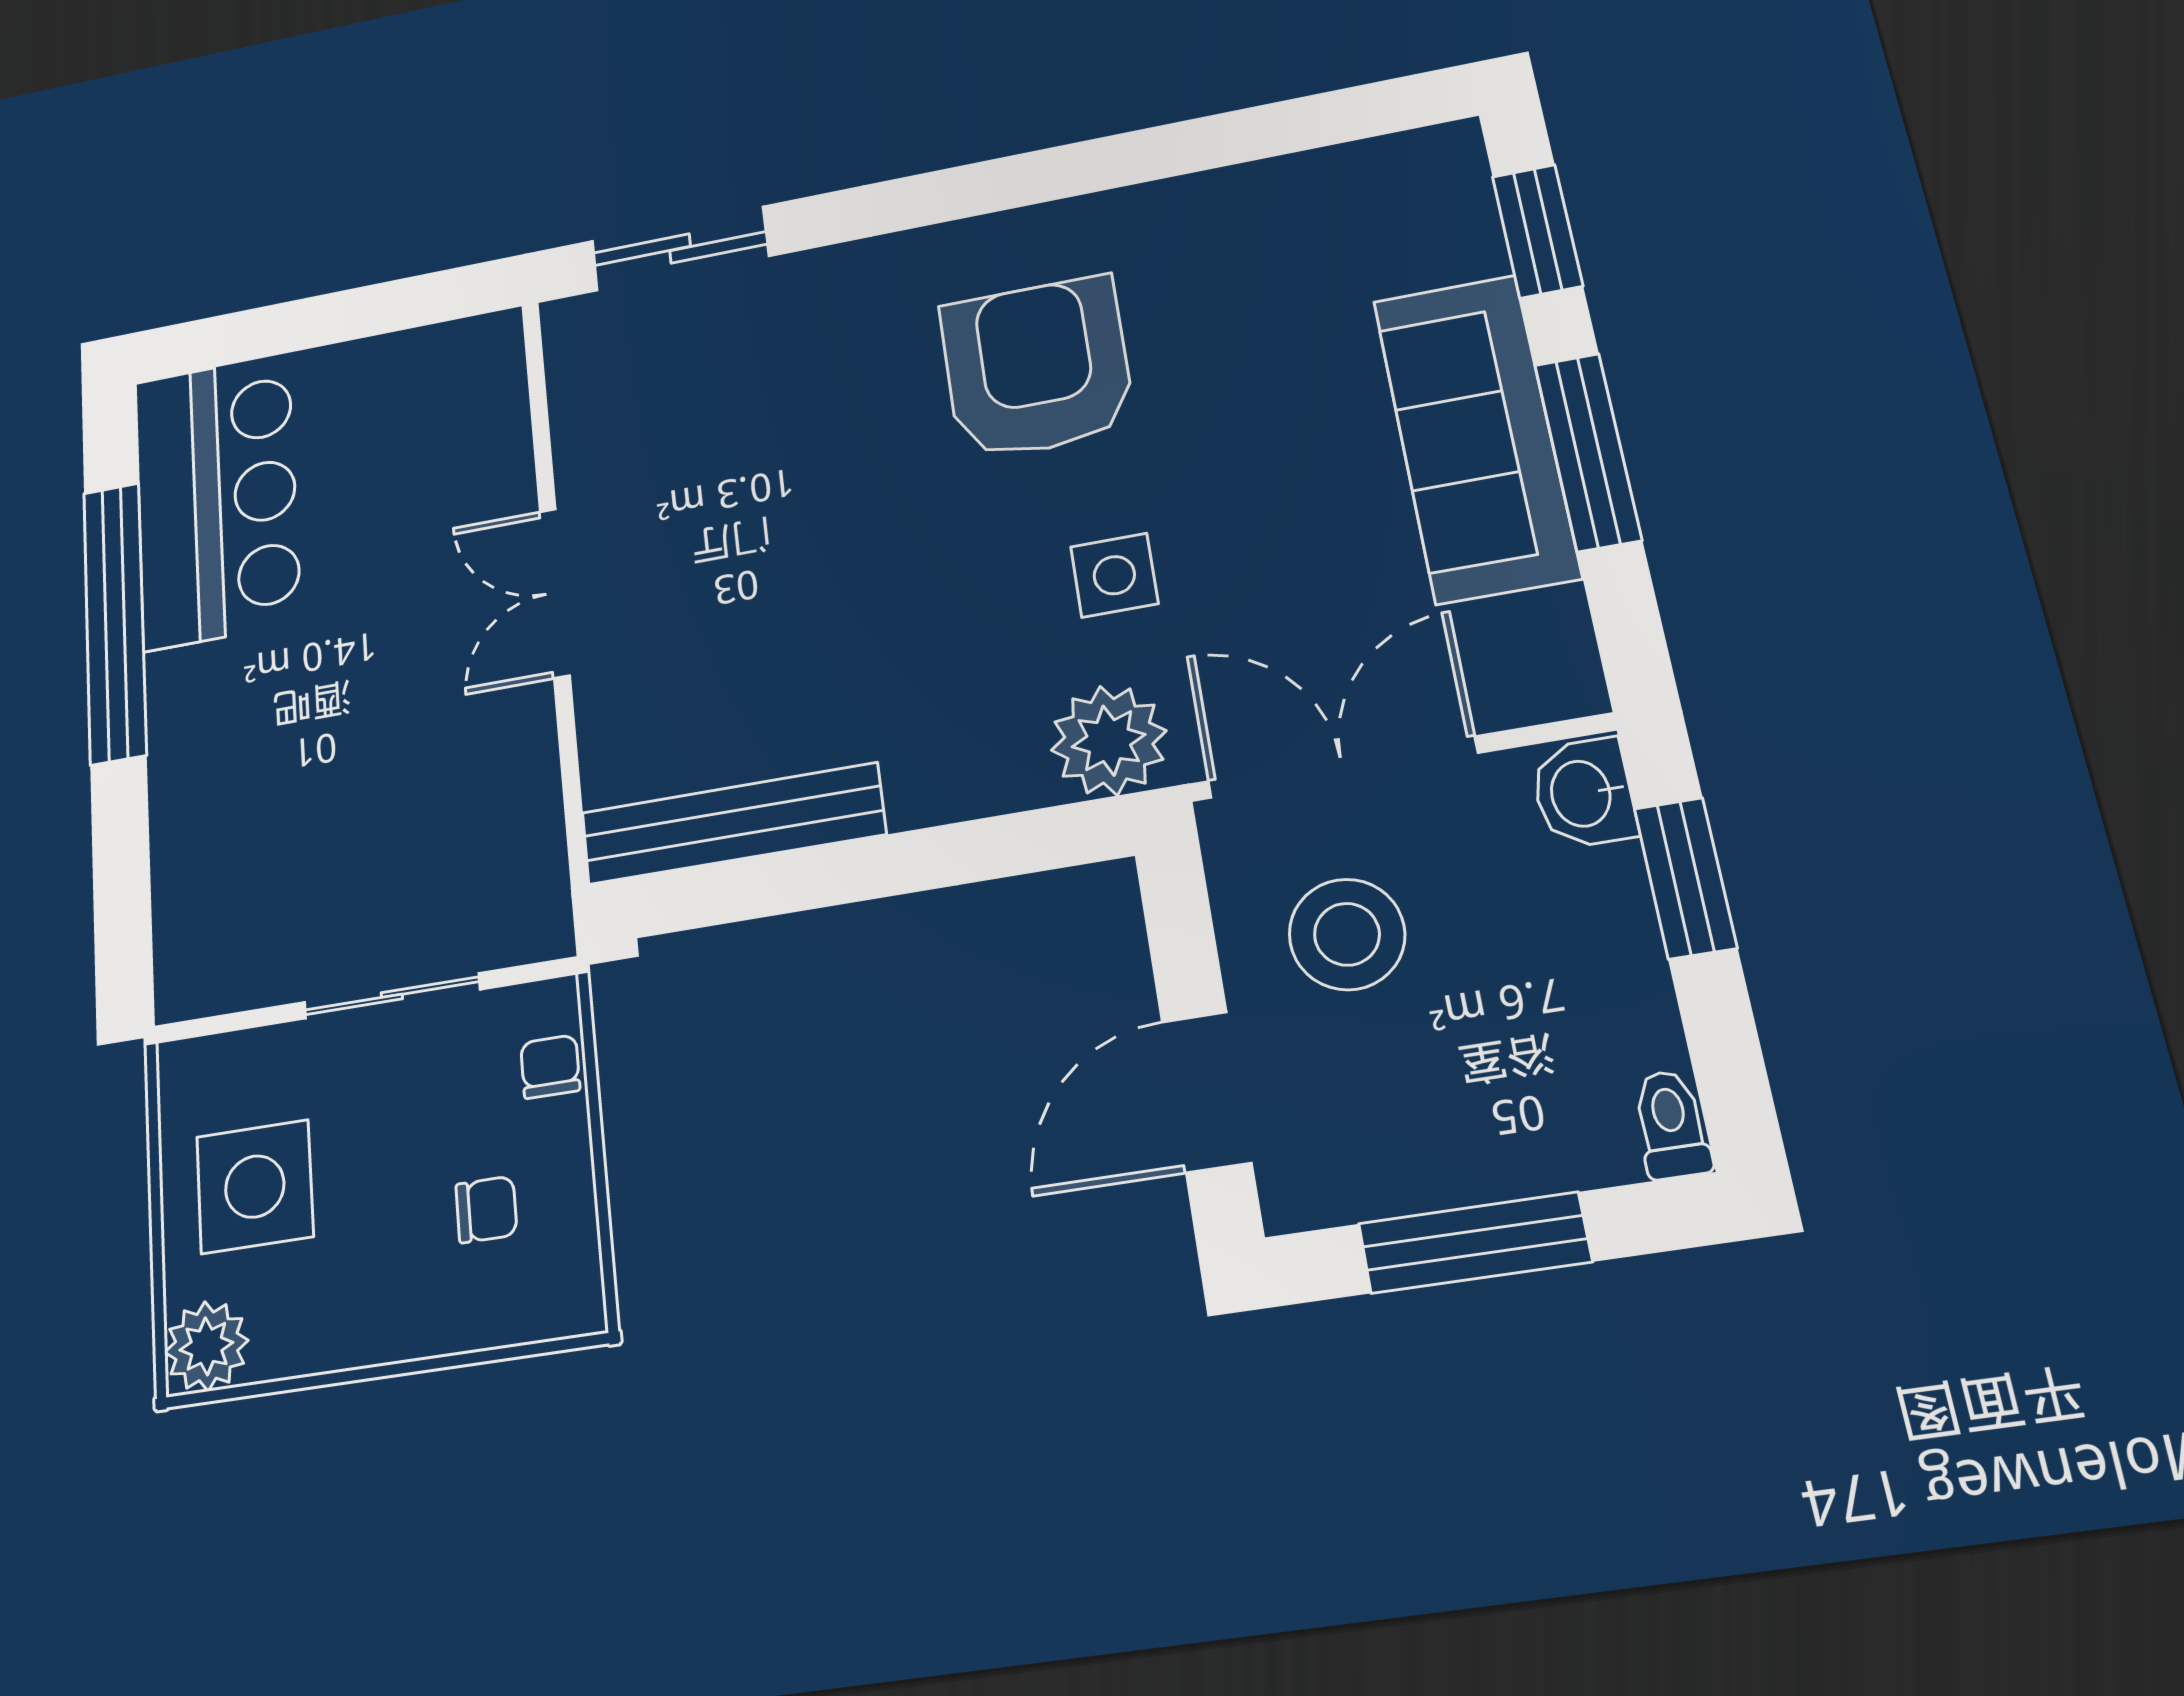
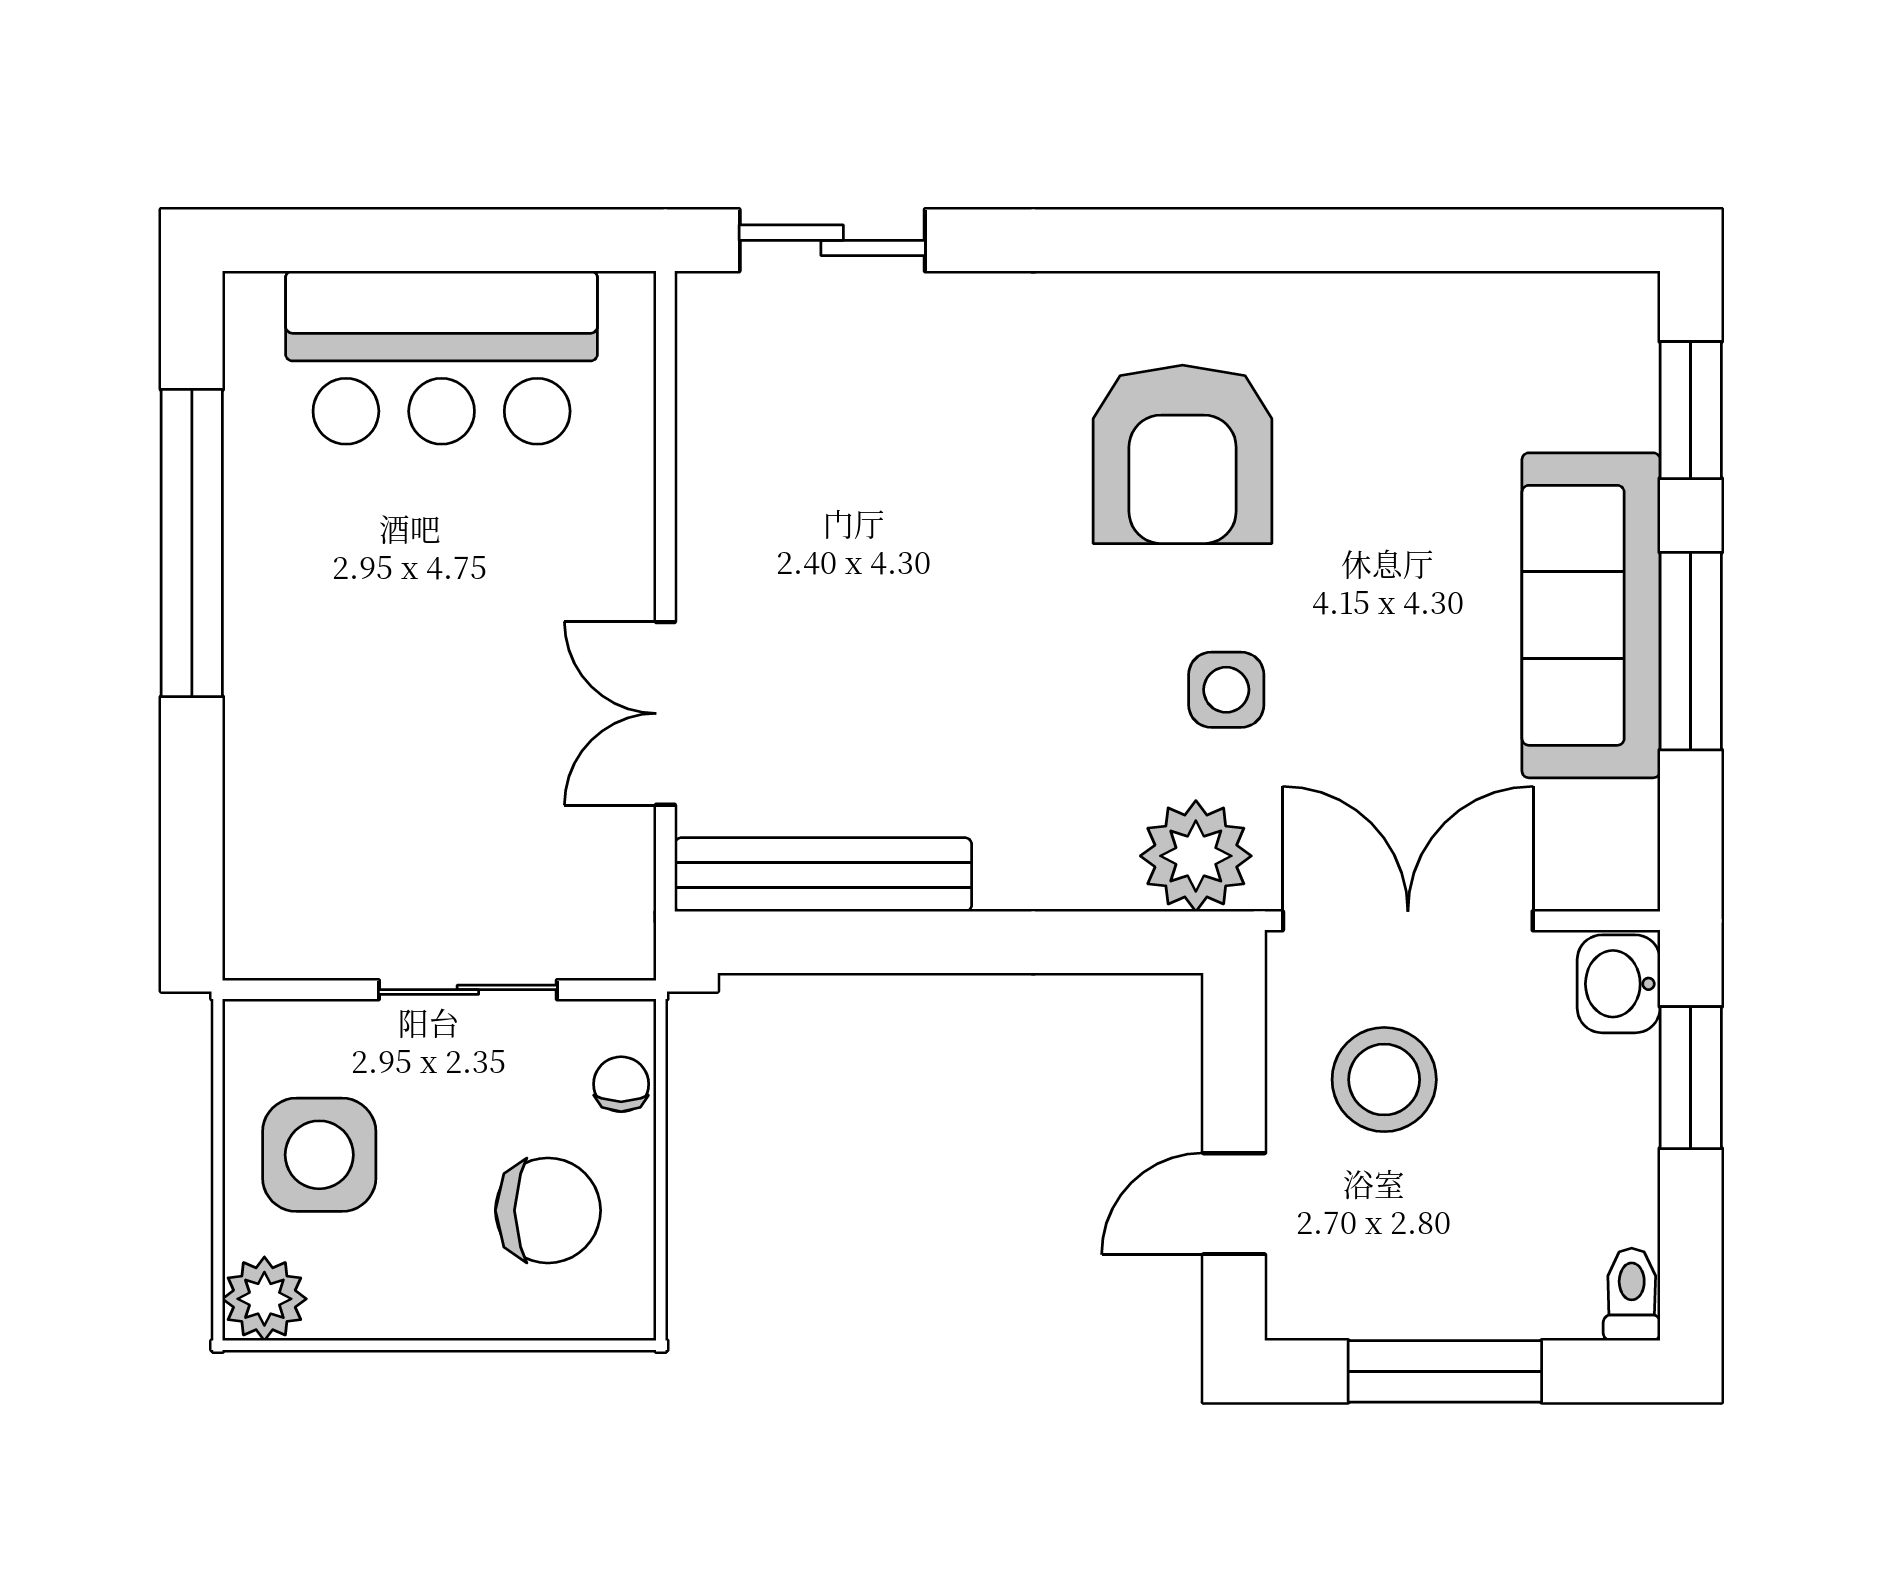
armchair: (1037, 368) -> (1183, 454), turned 180
bar counter: (217, 500) -> (442, 358), moved, turned 90
double door: (555, 593) -> (665, 713), moved
door: (1206, 1092) -> (1234, 1204), width x0.73
chair: (486, 1209) -> (548, 1210), width x1.87, depth x1.87

